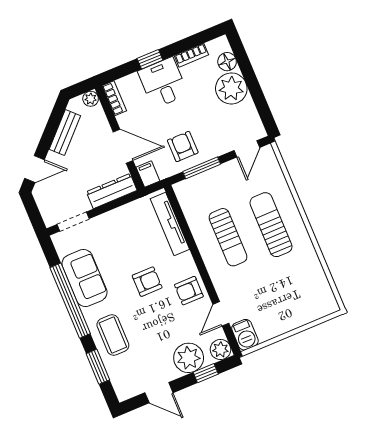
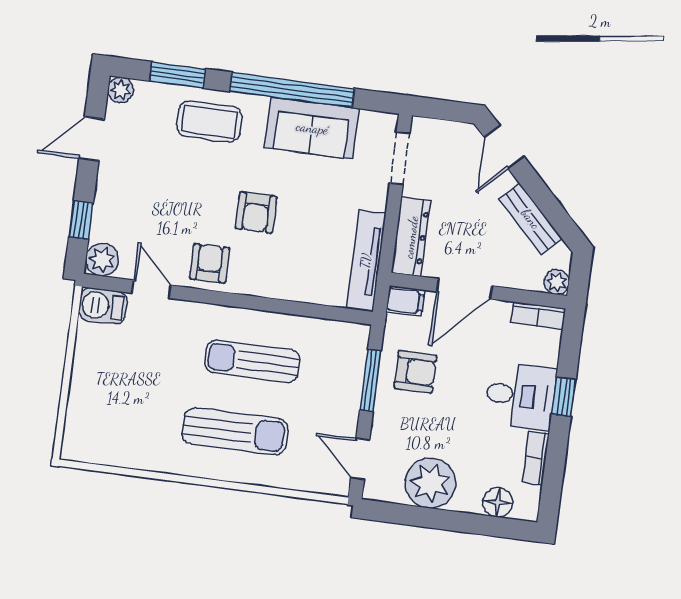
plant: (231, 88) -> (430, 483), moved
tv unit: (170, 224) -> (366, 261), moved, turned -90
plant: (189, 358) -> (121, 90), moved, width x0.53, depth x0.53

